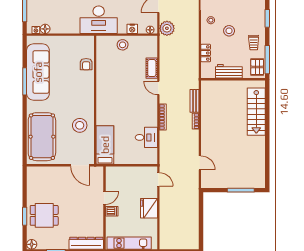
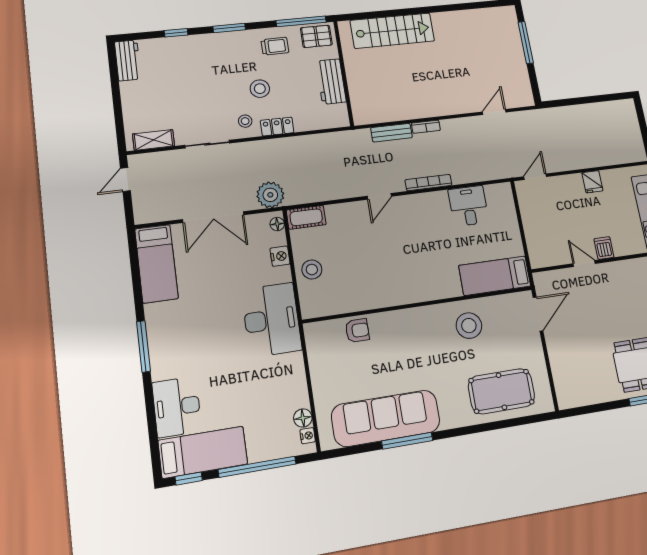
locker: (206, 53) -> (277, 127), moved
cot: (152, 68) -> (306, 217), moved
pool table: (42, 137) -> (501, 391), width x0.73, depth x0.76
fridge: (149, 208) -> (592, 182), width x0.53, depth x0.75

